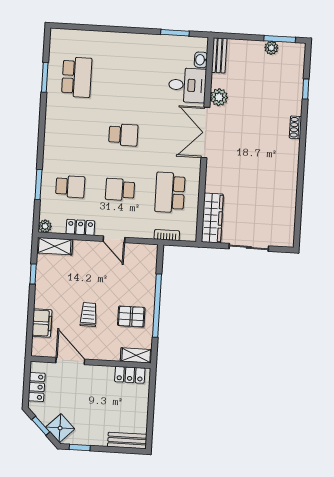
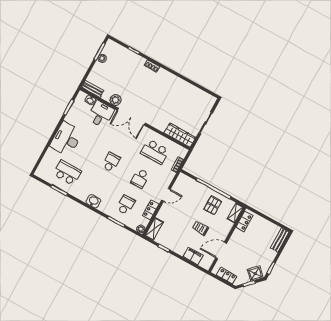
desk: (126, 52) -> (66, 139), added
washbasin: (53, 136) -> (93, 201), added

